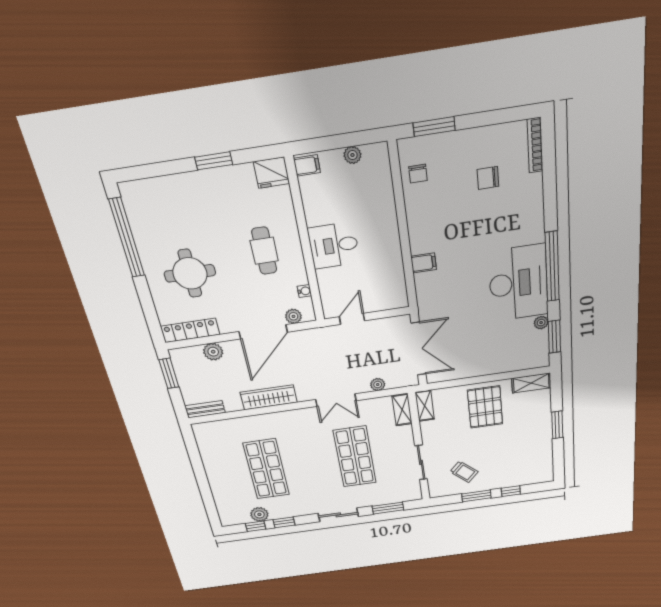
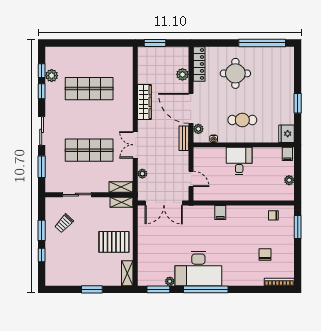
door: (352, 319) -> (191, 179), moved
window: (169, 373) -> (155, 43), moved
bench: (205, 409) -> (184, 138), moved

